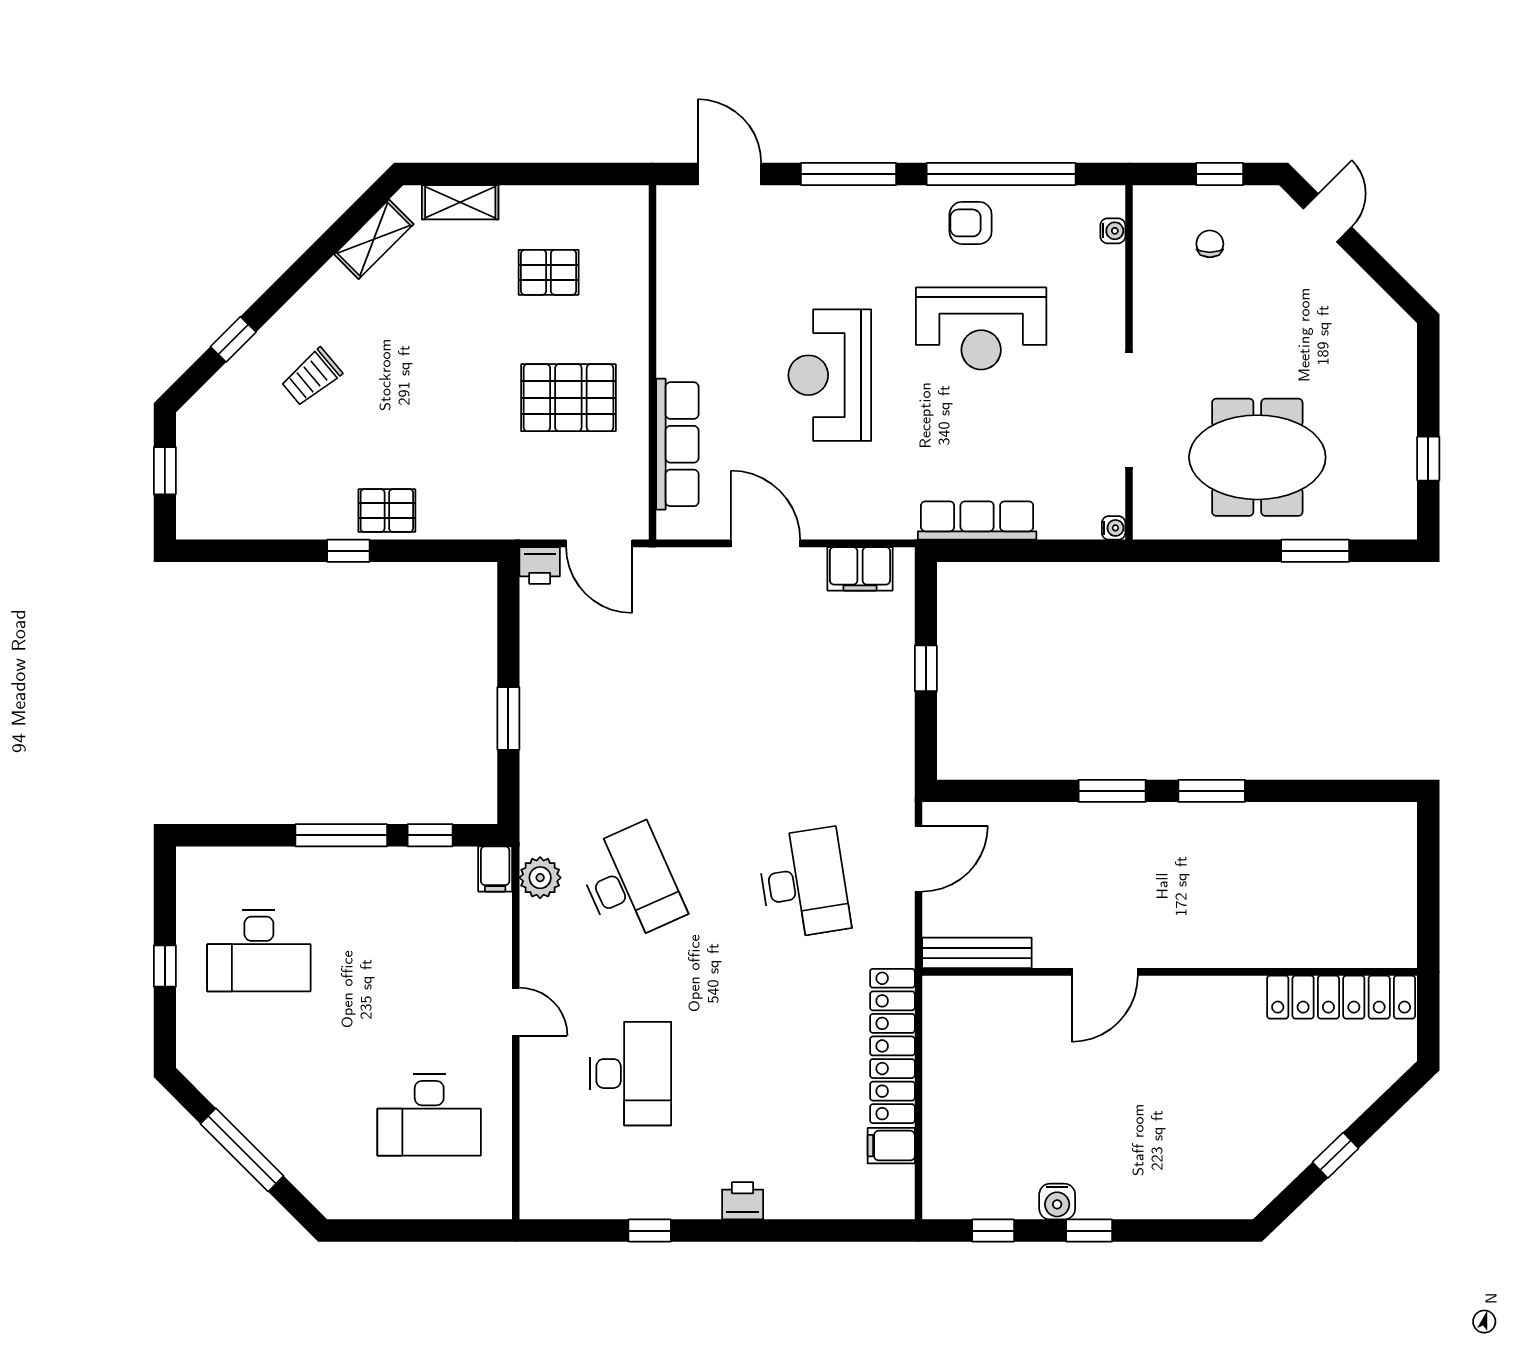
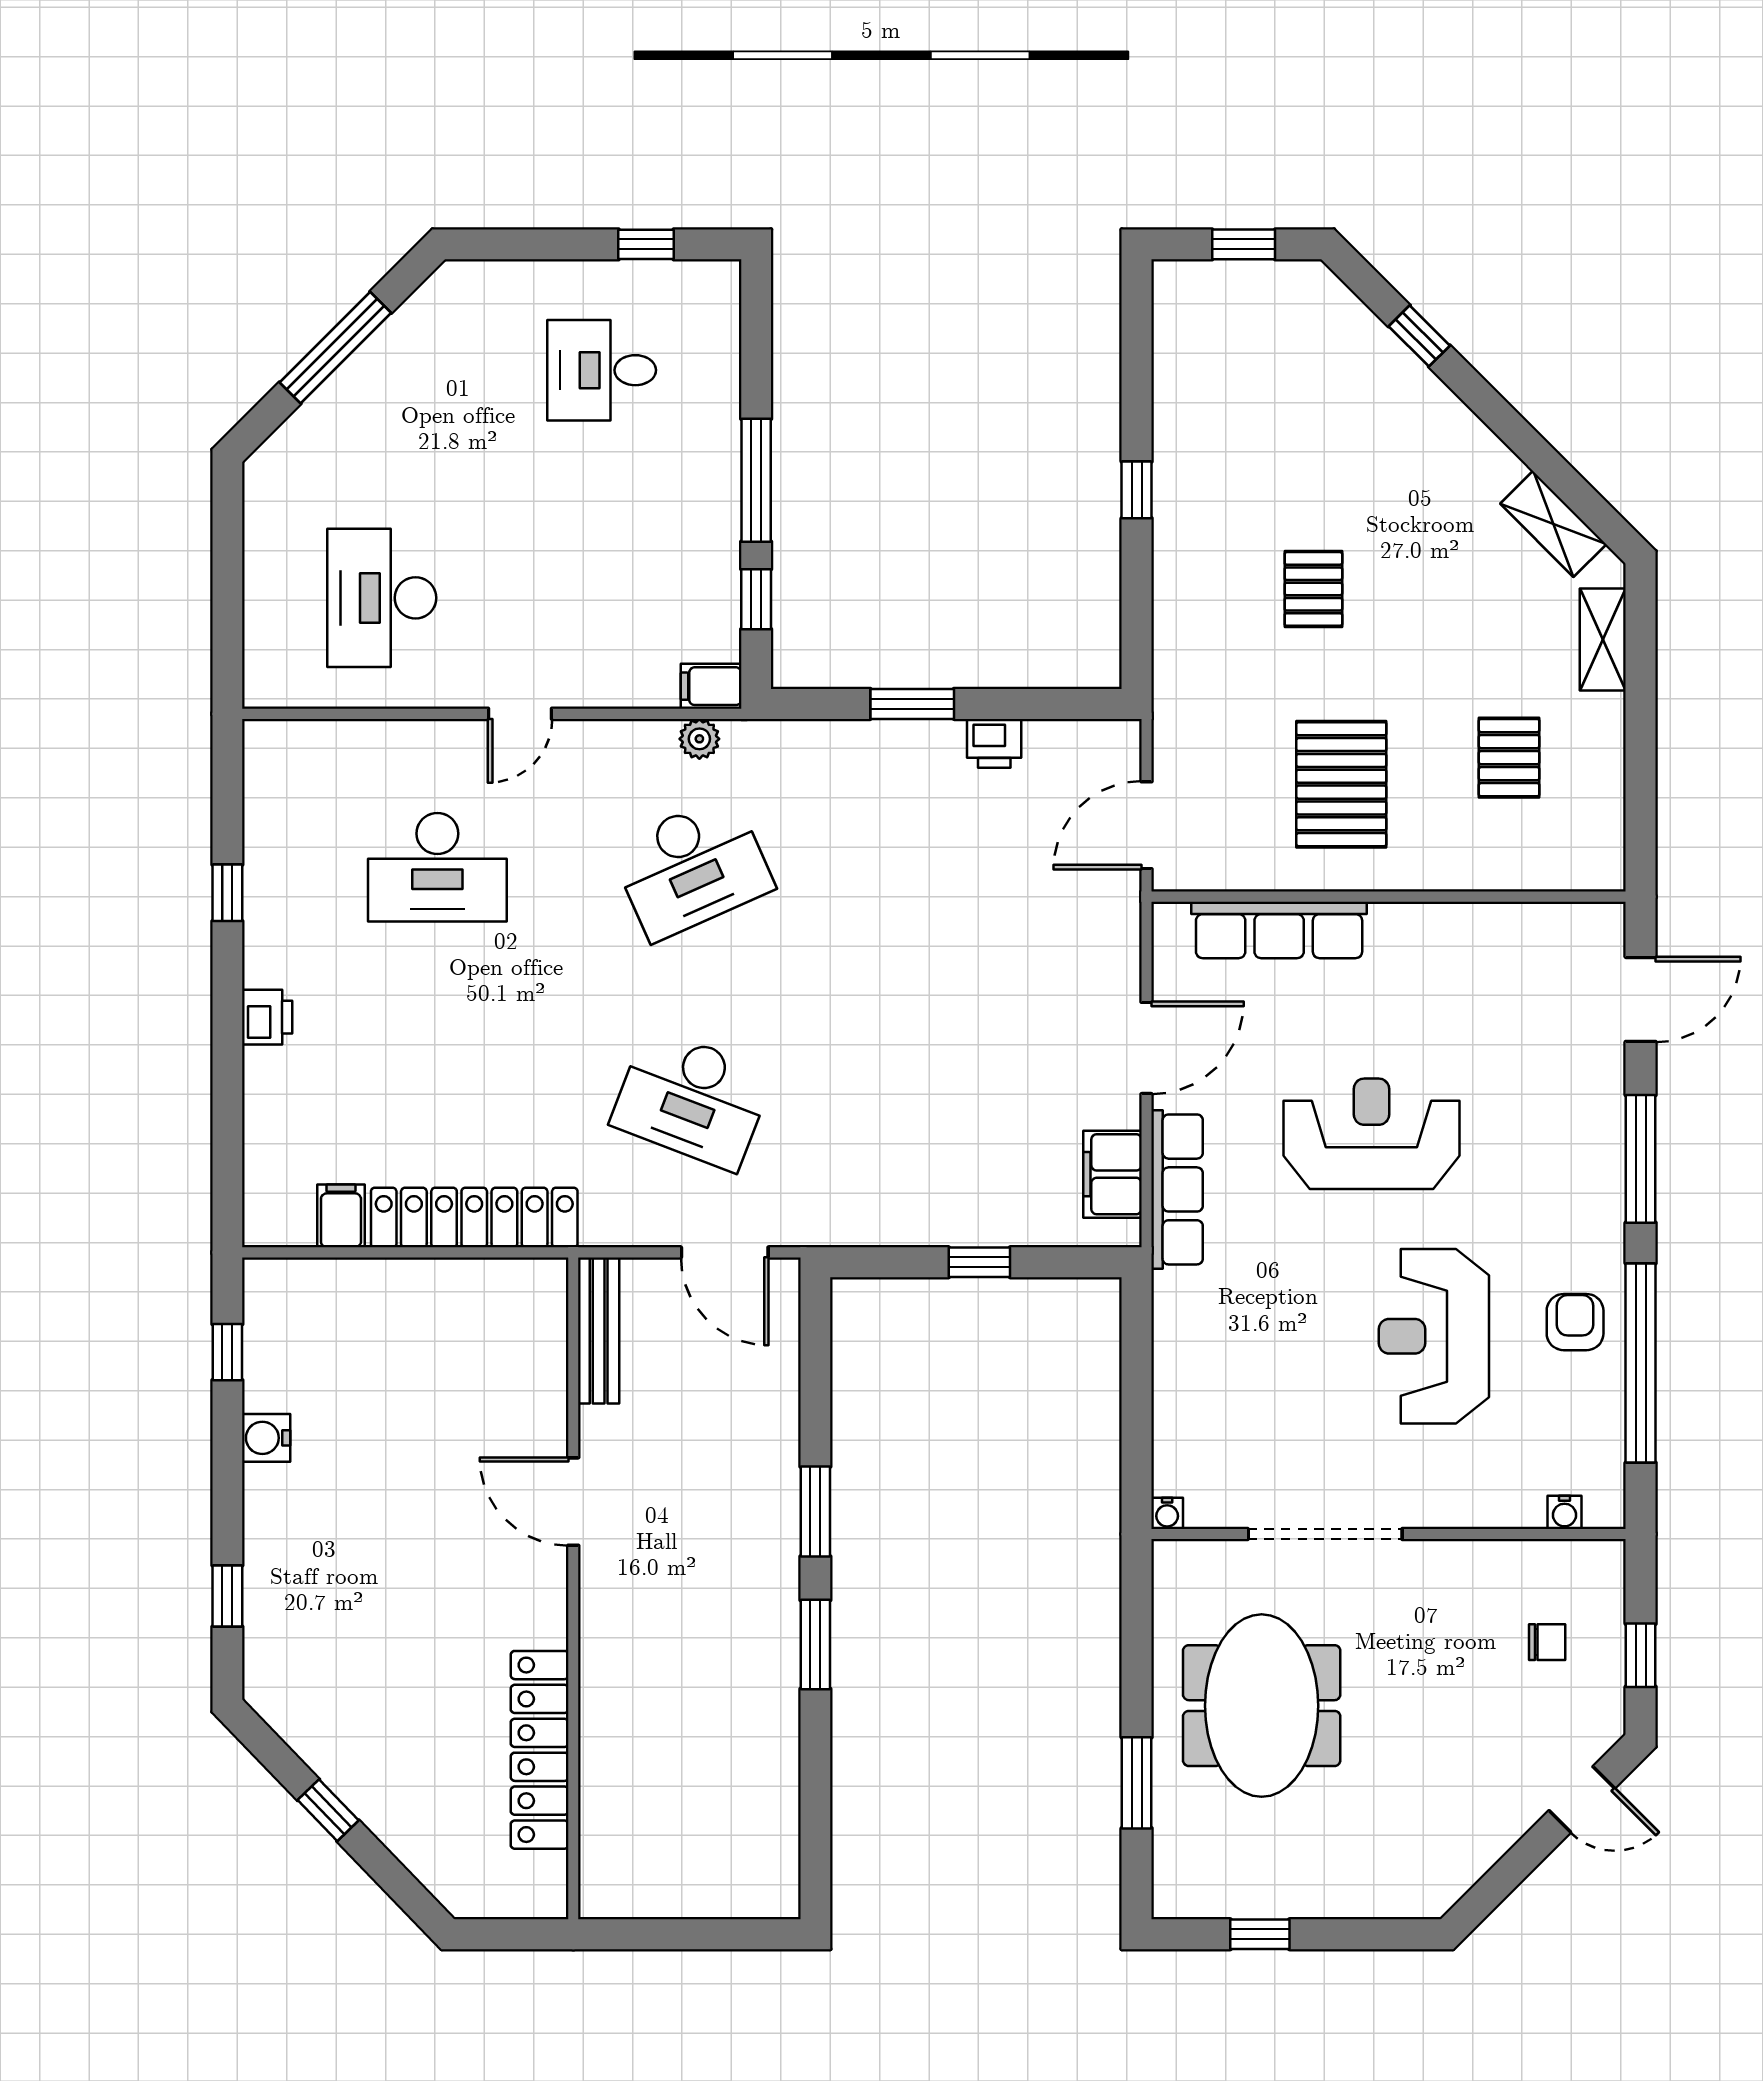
trolley: (311, 377) -> (1369, 440), removed
pallet: (387, 511) -> (1313, 589), moved
row of seats: (977, 521) -> (1177, 1189), moved
printer: (540, 565) -> (994, 743), moved, turned -90
plant: (540, 878) -> (699, 739), width x0.73, depth x0.73
desk: (804, 883) -> (692, 1099), turned 30
desk: (259, 951) -> (602, 370), width x0.73
window: (165, 966) -> (646, 244), moved
locker: (1341, 997) -> (540, 1750), moved
window: (1089, 1231) -> (227, 1596), moved

